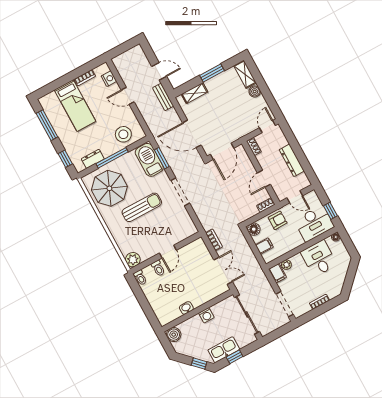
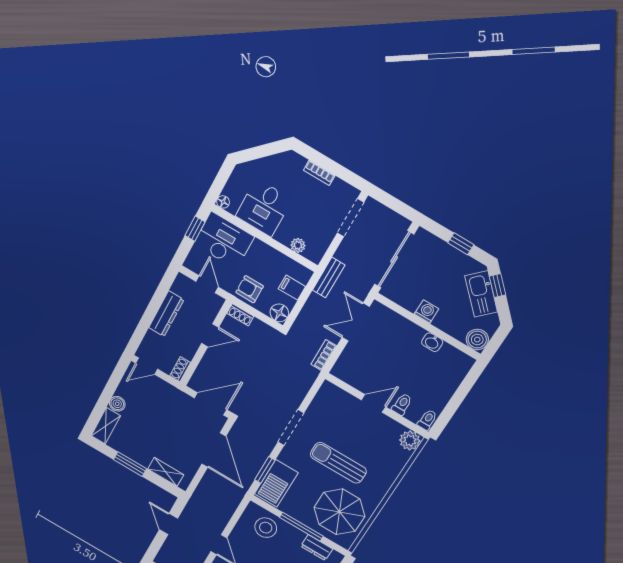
bench: (163, 97) -> (329, 278), moved
filing cabinet: (277, 273) -> (316, 251), removed
kitchen sink: (224, 350) -> (481, 294), moved, turned 45

